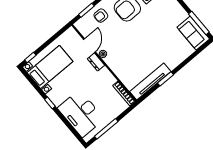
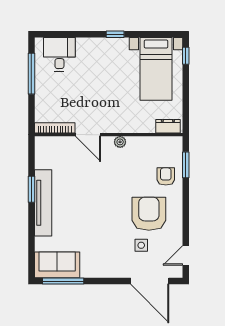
door: (89, 46) -> (88, 135), moved
dresser: (96, 62) -> (168, 126), moved
tv unit: (150, 82) -> (43, 203), moved
desk: (81, 114) -> (59, 54), width x0.53, depth x0.77

